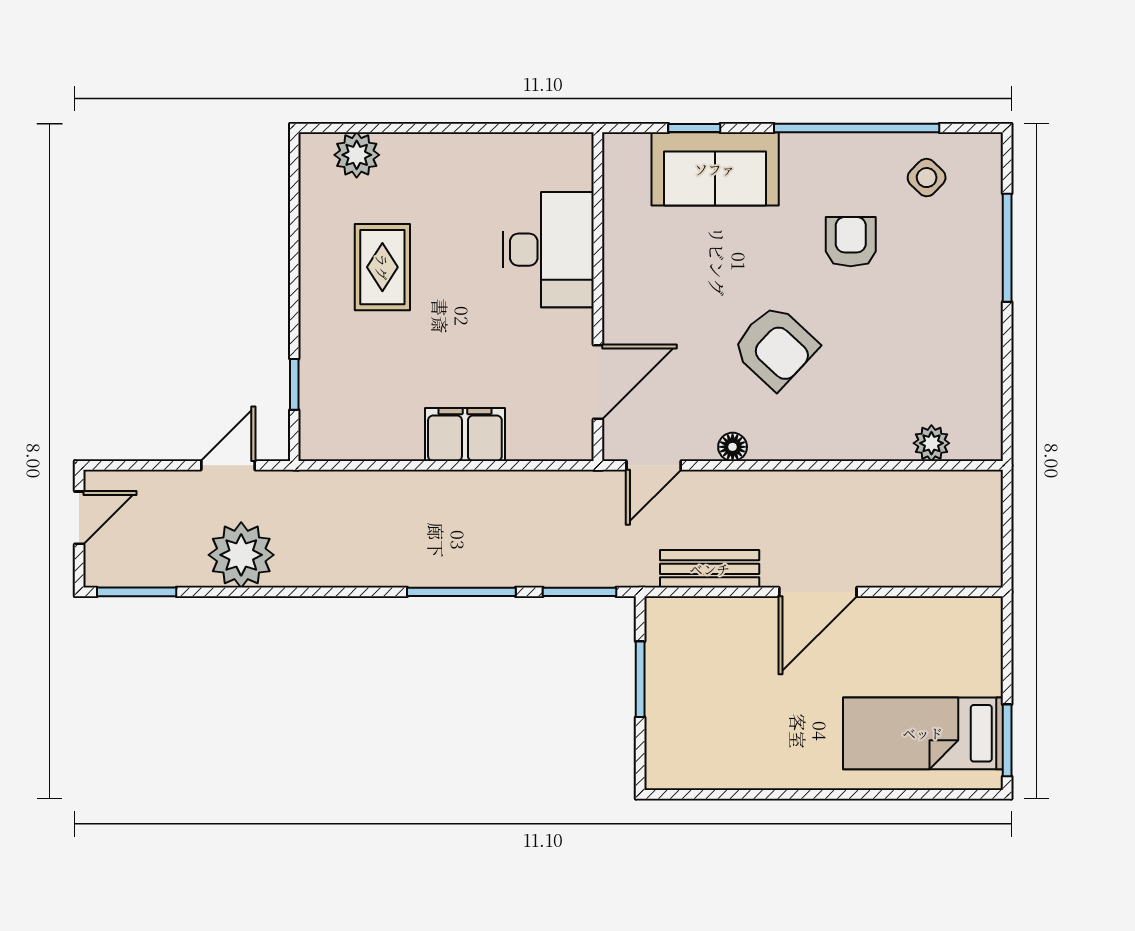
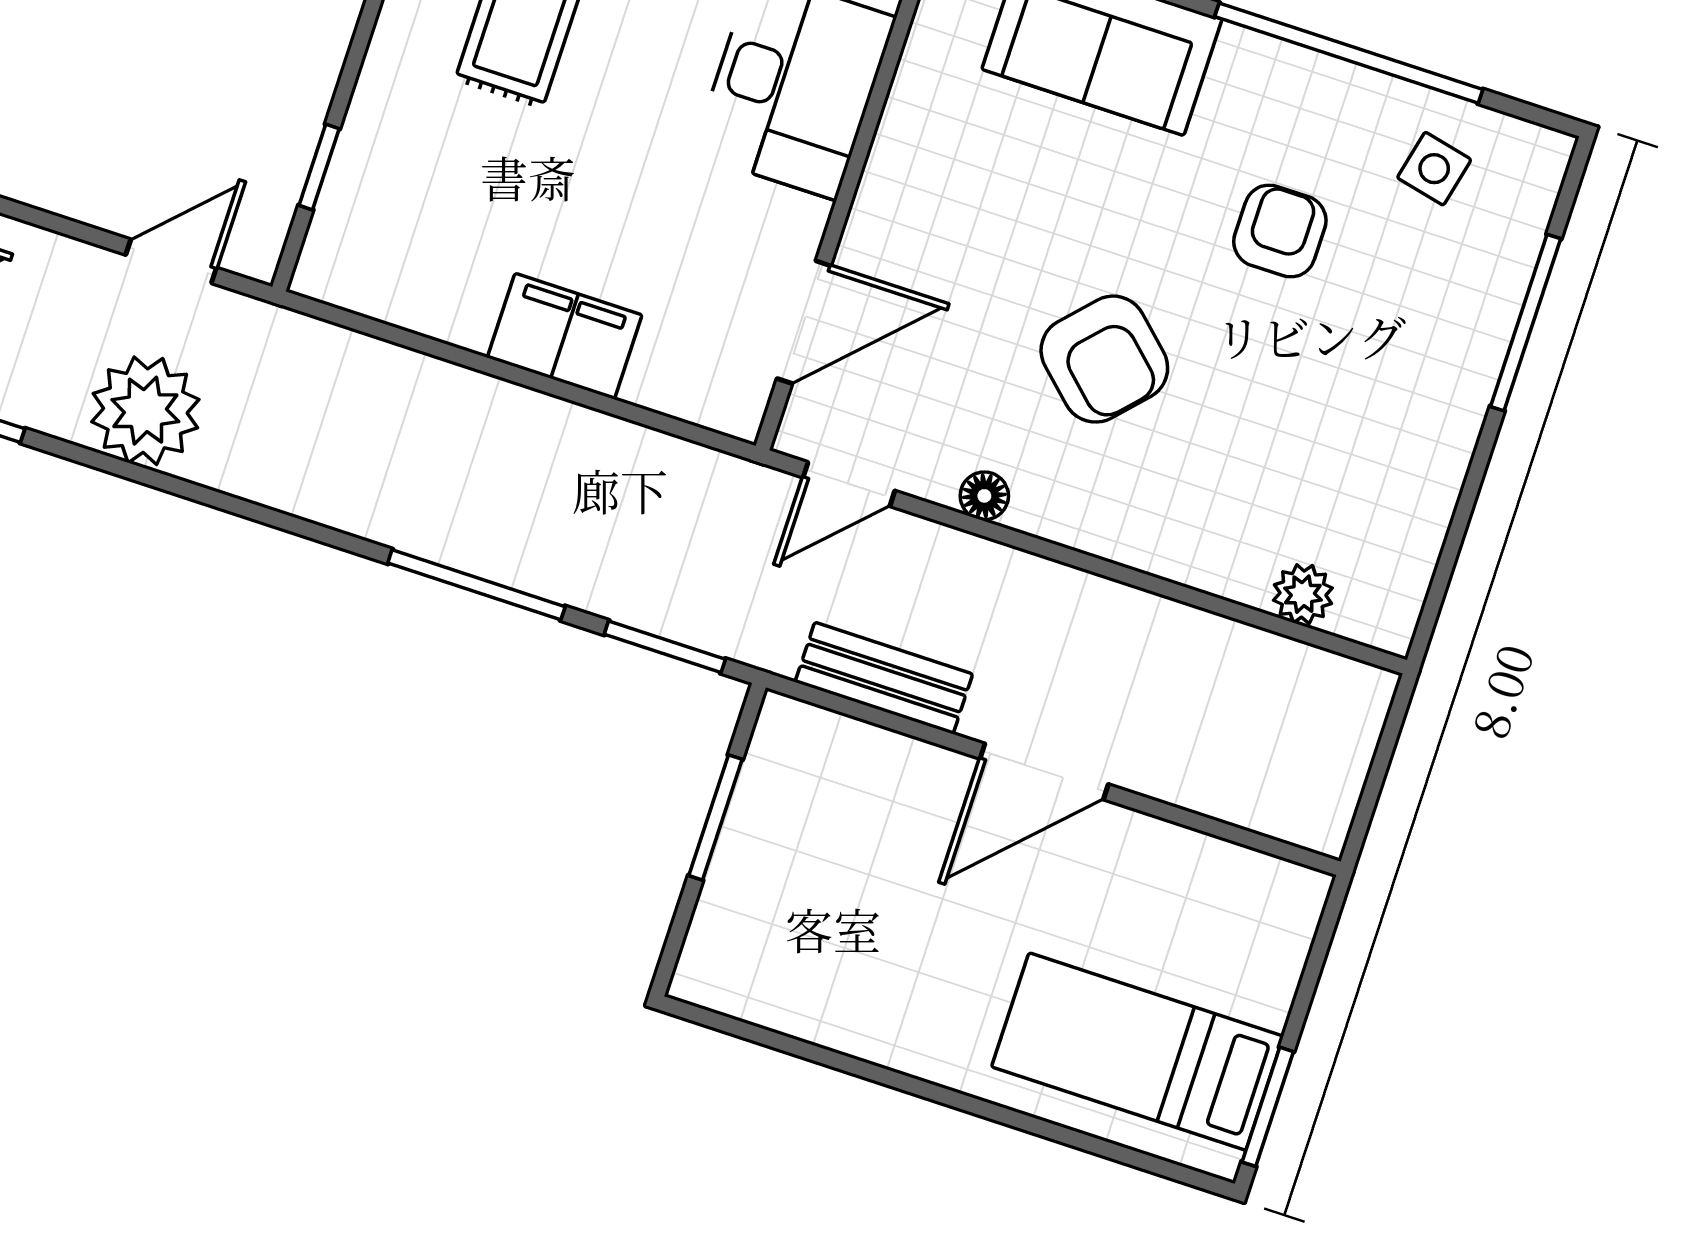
side table: (927, 178) -> (1434, 169), turned -31

